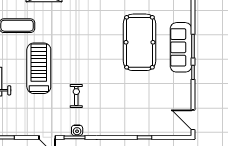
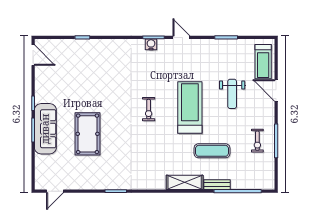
pool table: (139, 42) -> (88, 134), width x0.73, depth x0.76
treadmill: (39, 68) -> (190, 108), turned 180
exercise bike: (76, 96) -> (149, 109), moved

